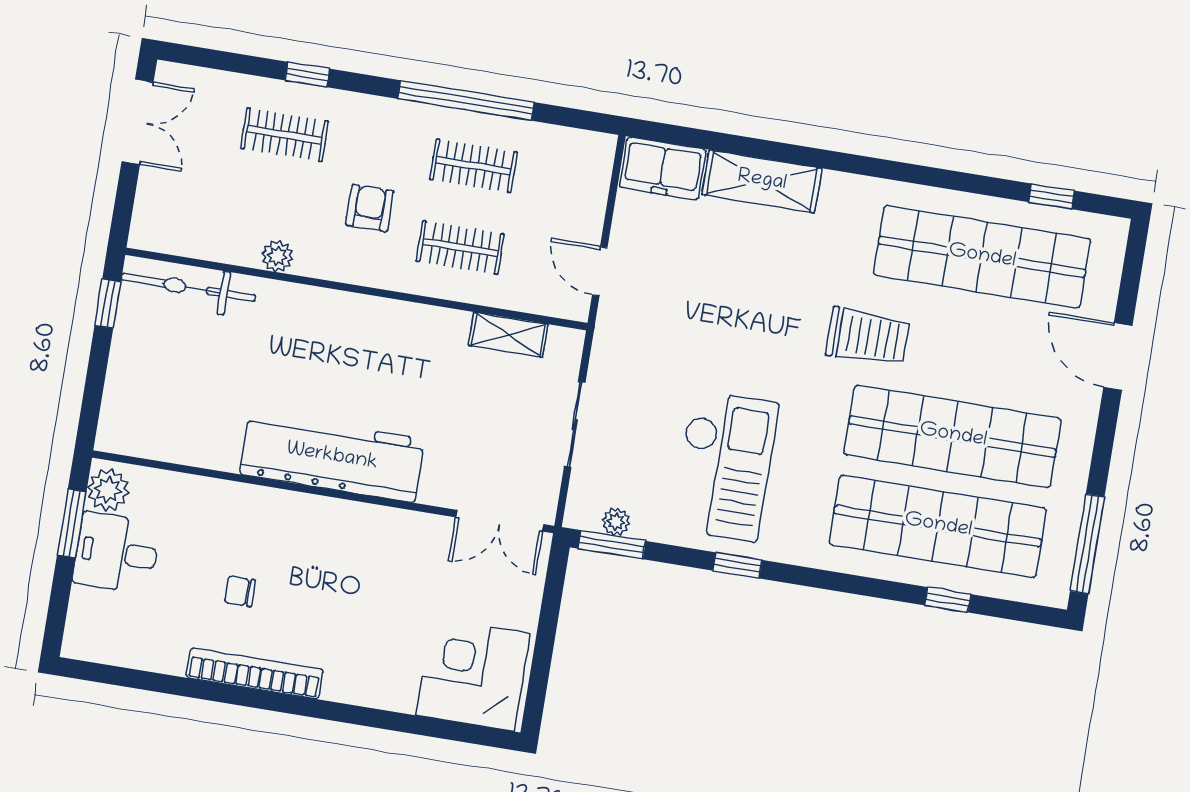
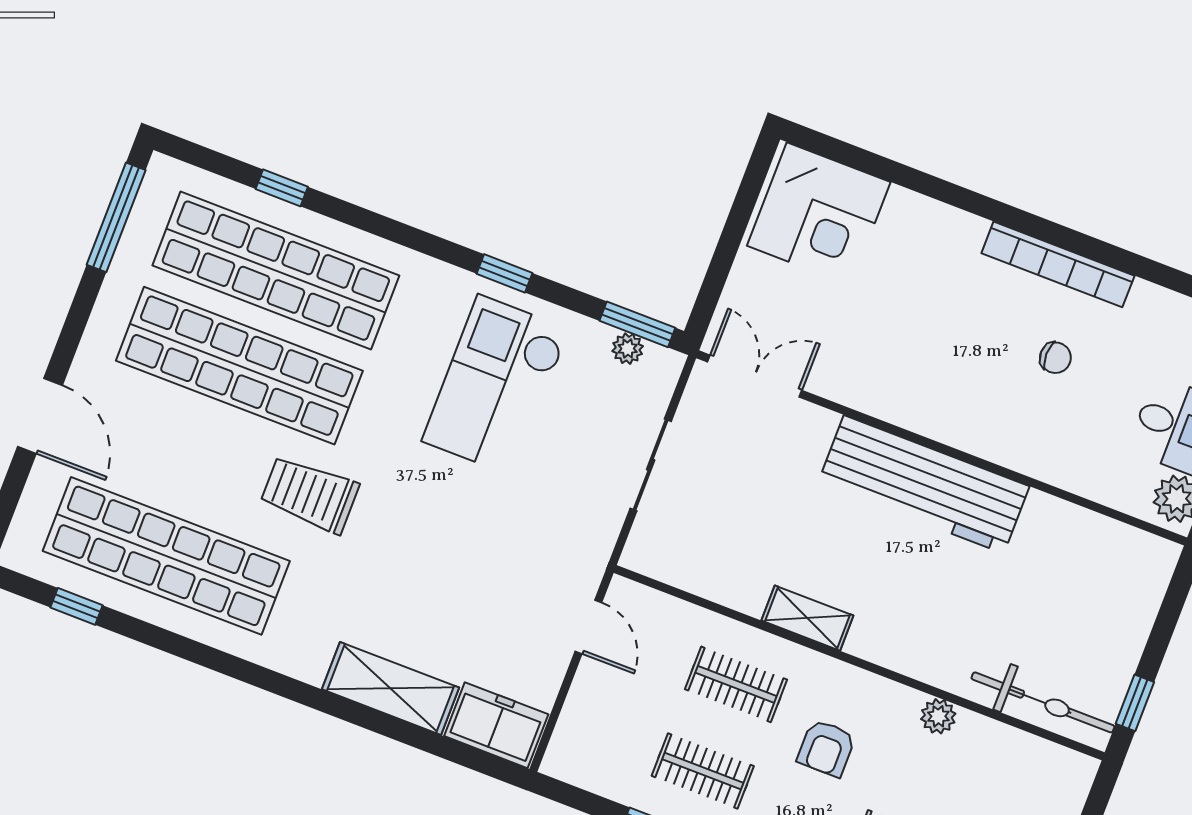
shelving: (508, 335) -> (807, 618), moved

